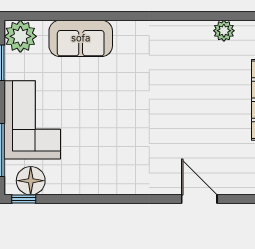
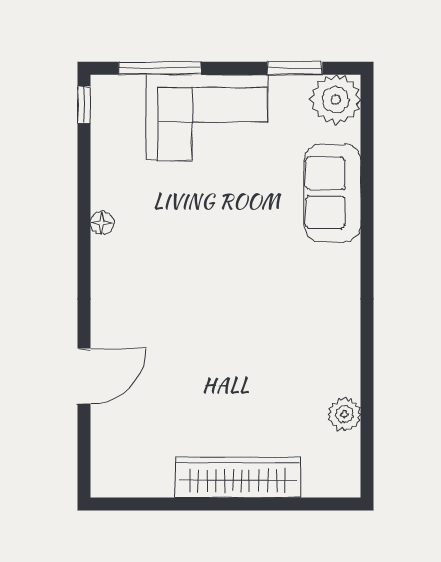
floor lamp: (31, 181) -> (102, 223), moved, width x0.53, depth x0.53

